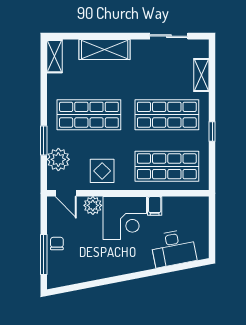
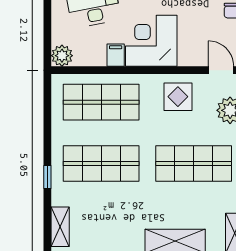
shelving: (201, 75) -> (60, 227), moved
window: (212, 132) -> (47, 177), moved
plant: (93, 205) -> (62, 56), moved

